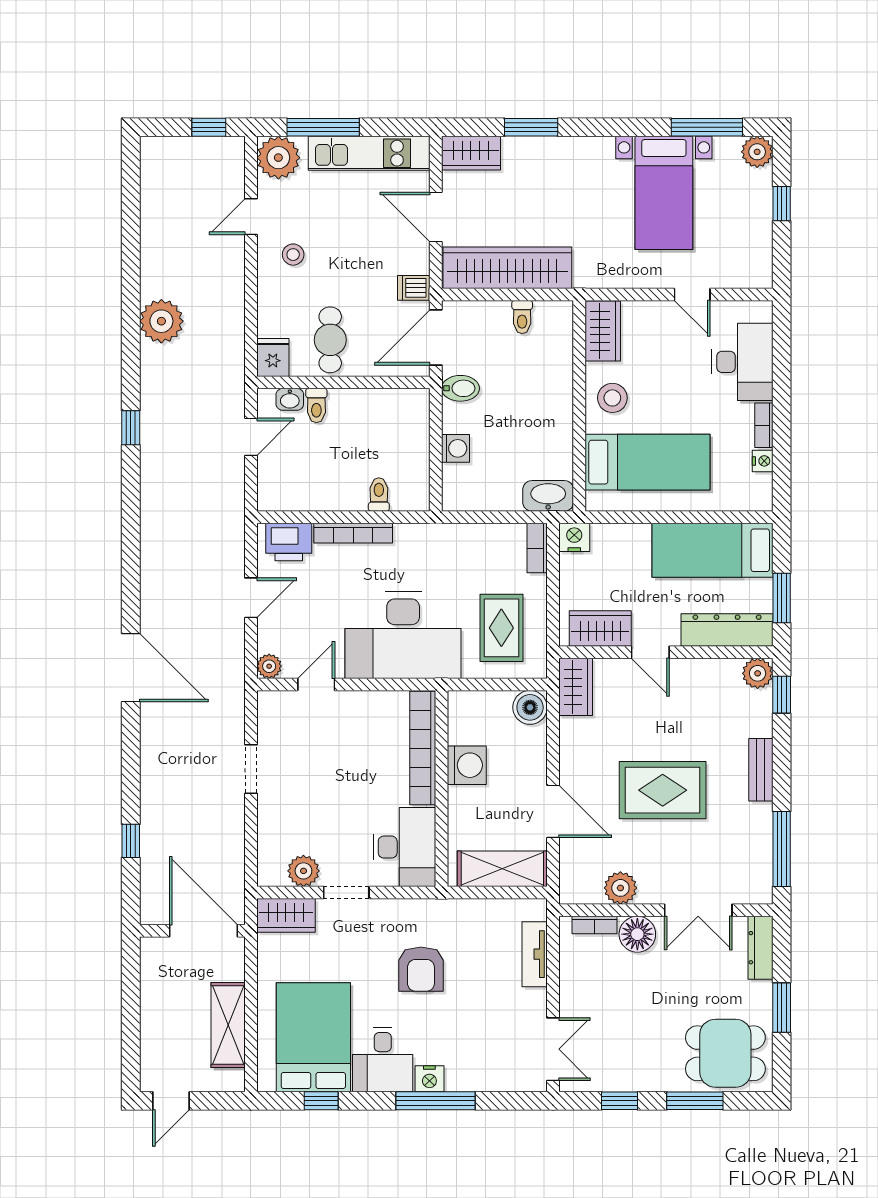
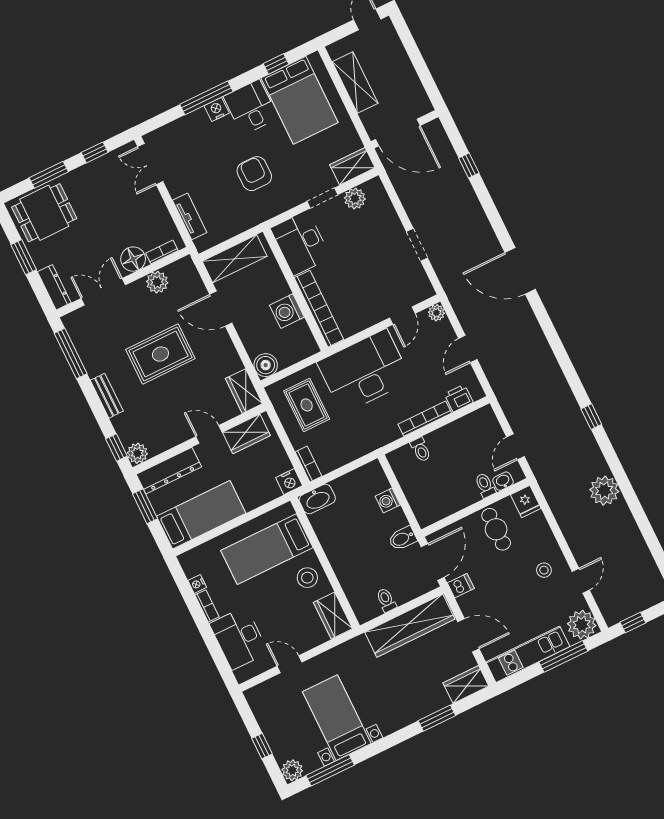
printer: (289, 542) -> (459, 398), width x0.73, depth x0.81

